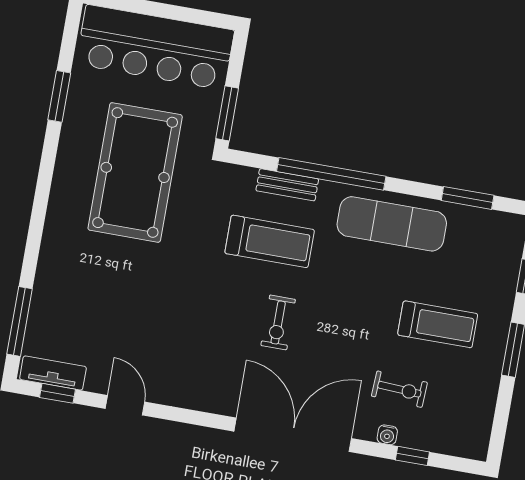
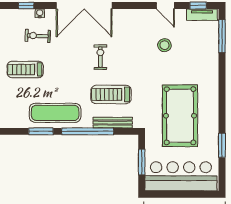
window: (227, 113) -> (142, 162), moved
bench: (287, 185) -> (113, 123), width x1.36
window: (468, 198) -> (41, 131), moved
stool: (141, 324) -> (164, 45), added

